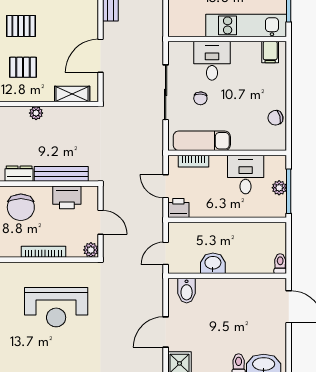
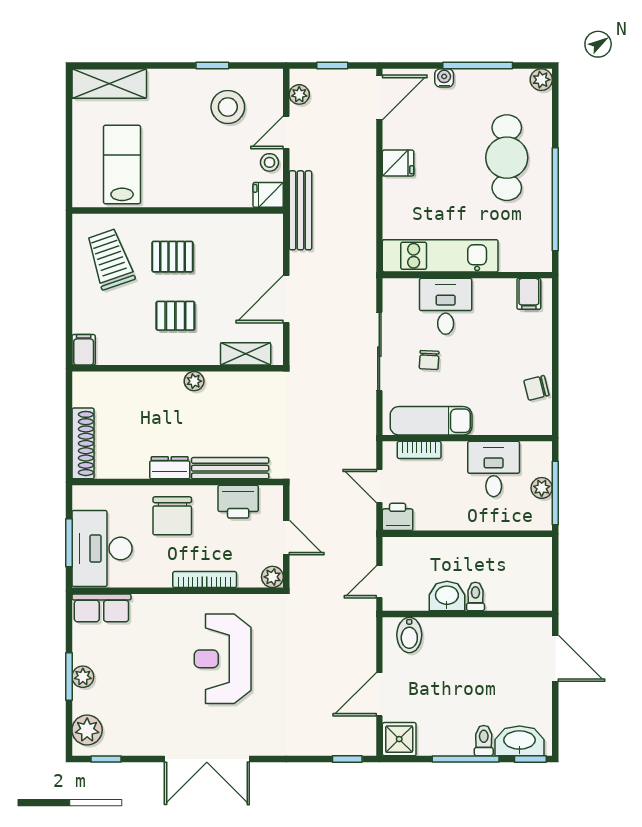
kitchen unit: (246, 25) -> (440, 256), moved
toilet: (280, 264) -> (475, 597), moved
reception desk: (56, 307) -> (223, 659), turned 90

